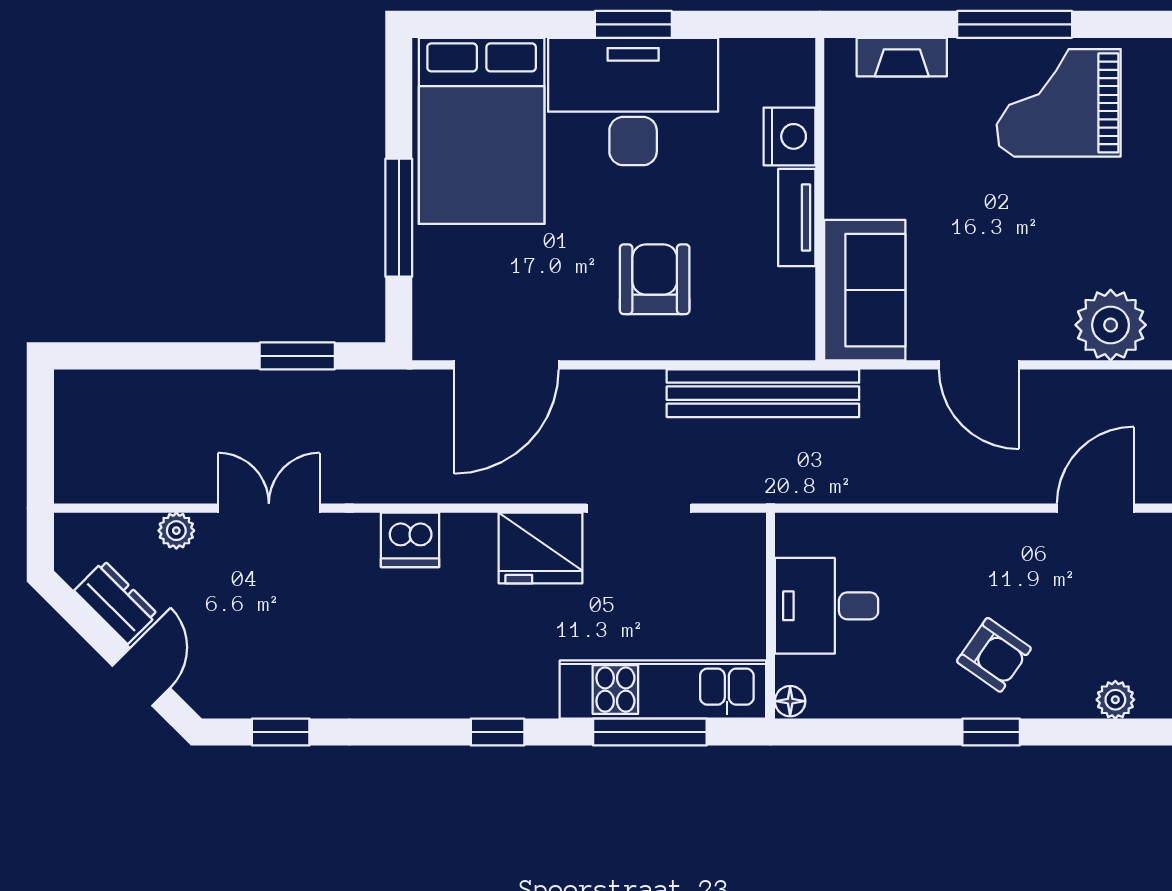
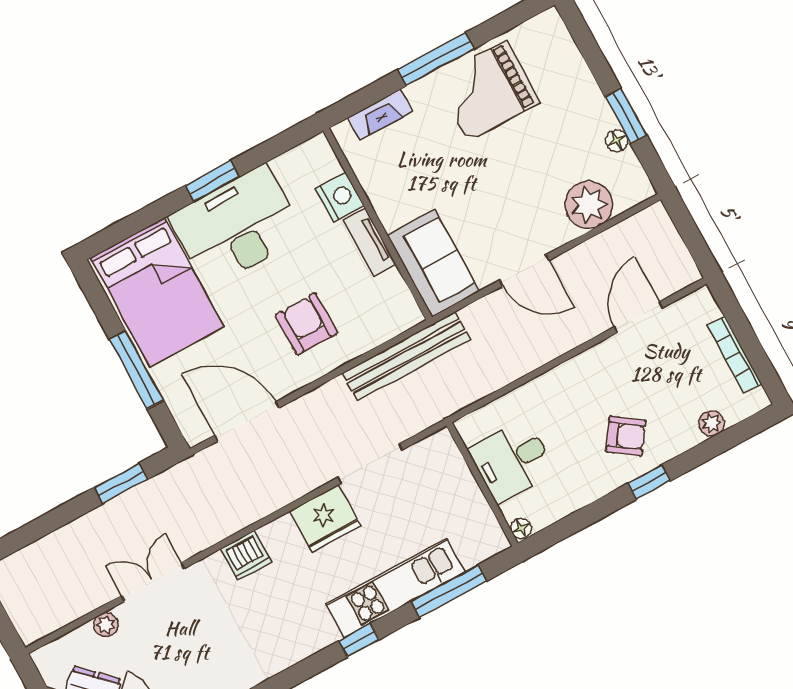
door: (507, 365) -> (247, 422), swing flipped
kitchen unit: (663, 690) -> (395, 588), moved

